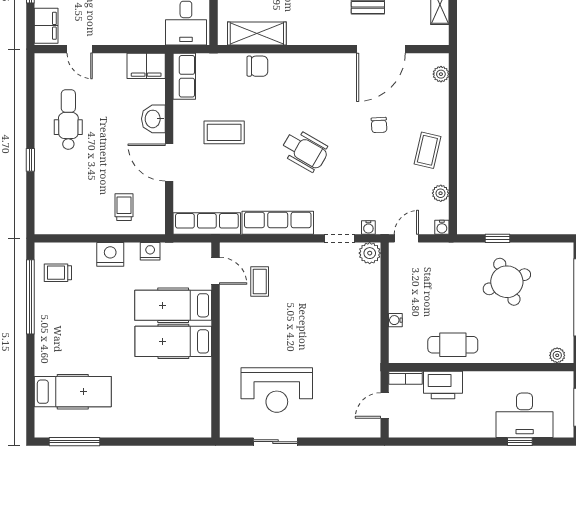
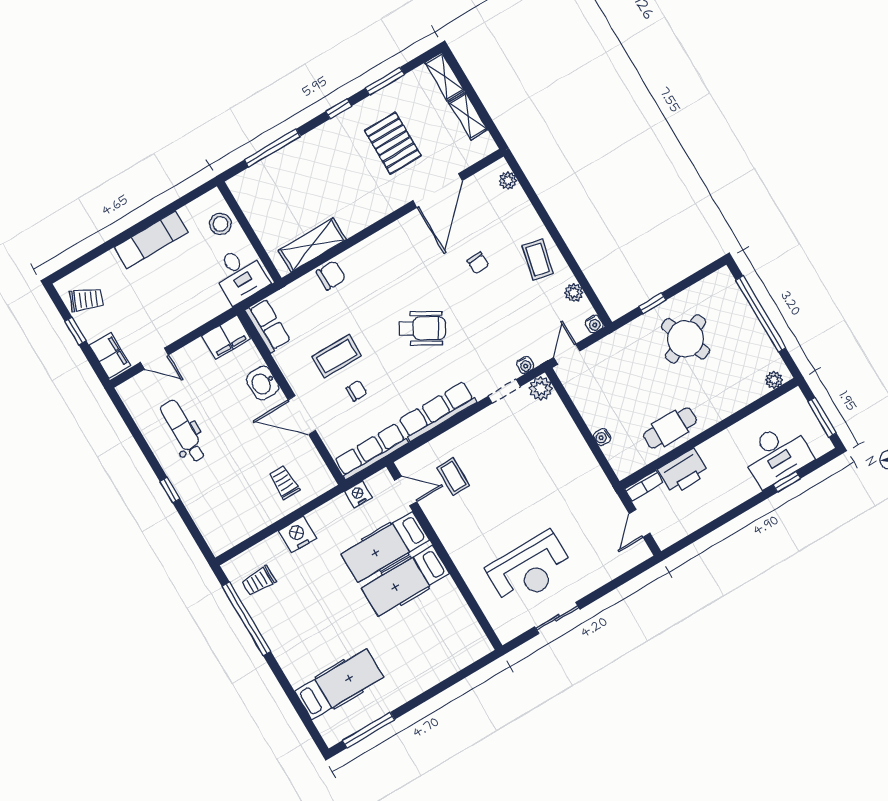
chair: (224, 169) -> (356, 391), added
nightstand: (150, 251) -> (358, 494), moved

